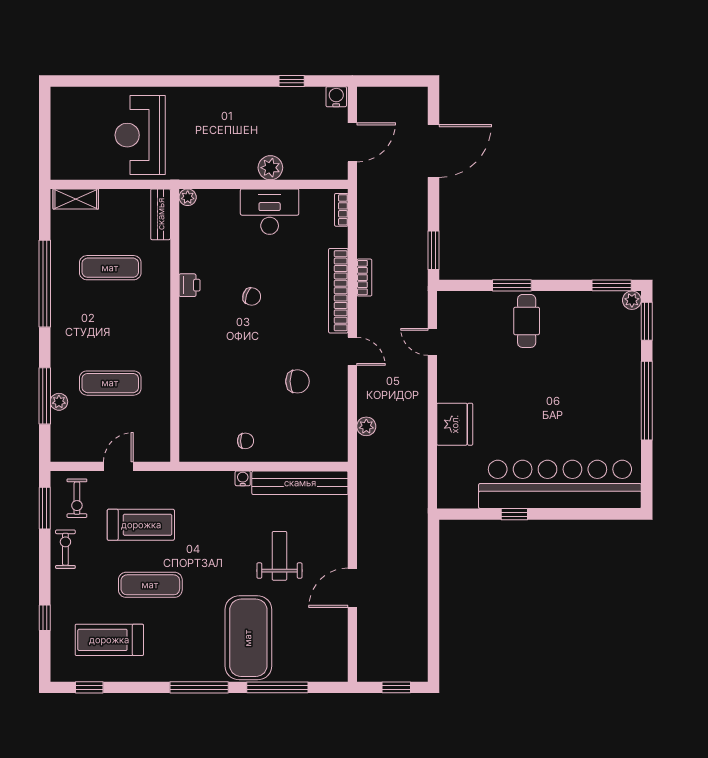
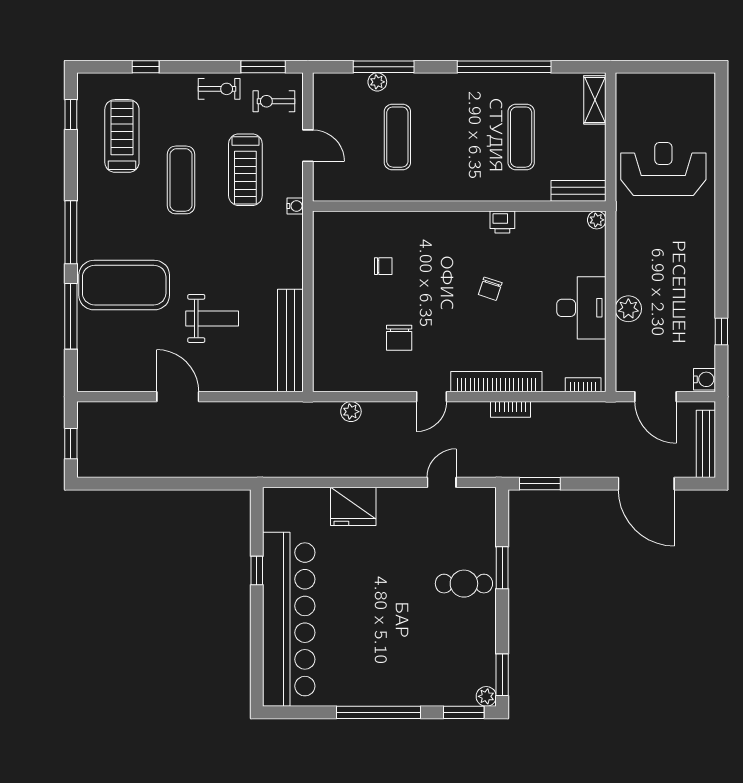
bench: (396, 95) -> (706, 444), added
chair: (245, 441) -> (383, 266), moved, turned -90
water cooler: (243, 478) -> (295, 206), moved

